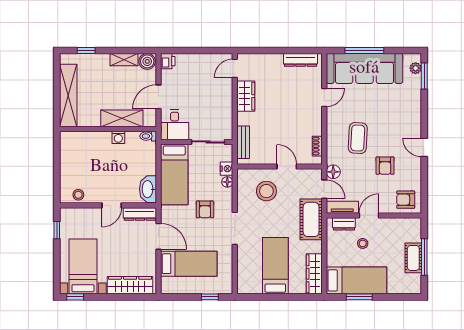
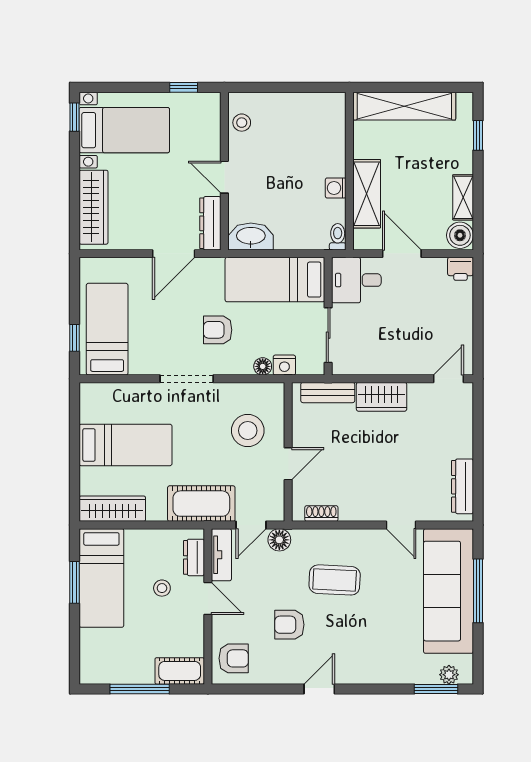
door: (235, 68) -> (448, 379), hinge flipped
wardrobe: (246, 96) -> (382, 397), moved
armchair: (406, 200) -> (234, 658), turned 90
cot: (413, 258) -> (180, 671), moved
bed: (189, 264) -> (107, 329), moved, turned 180

